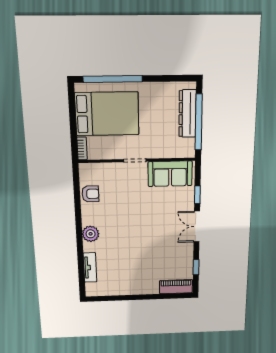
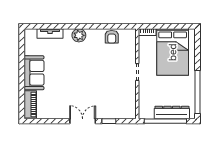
window: (113, 79) -> (197, 92), moved
sofa: (170, 174) -> (34, 73), moved, turned 180
window: (196, 267) -> (47, 121), removed

